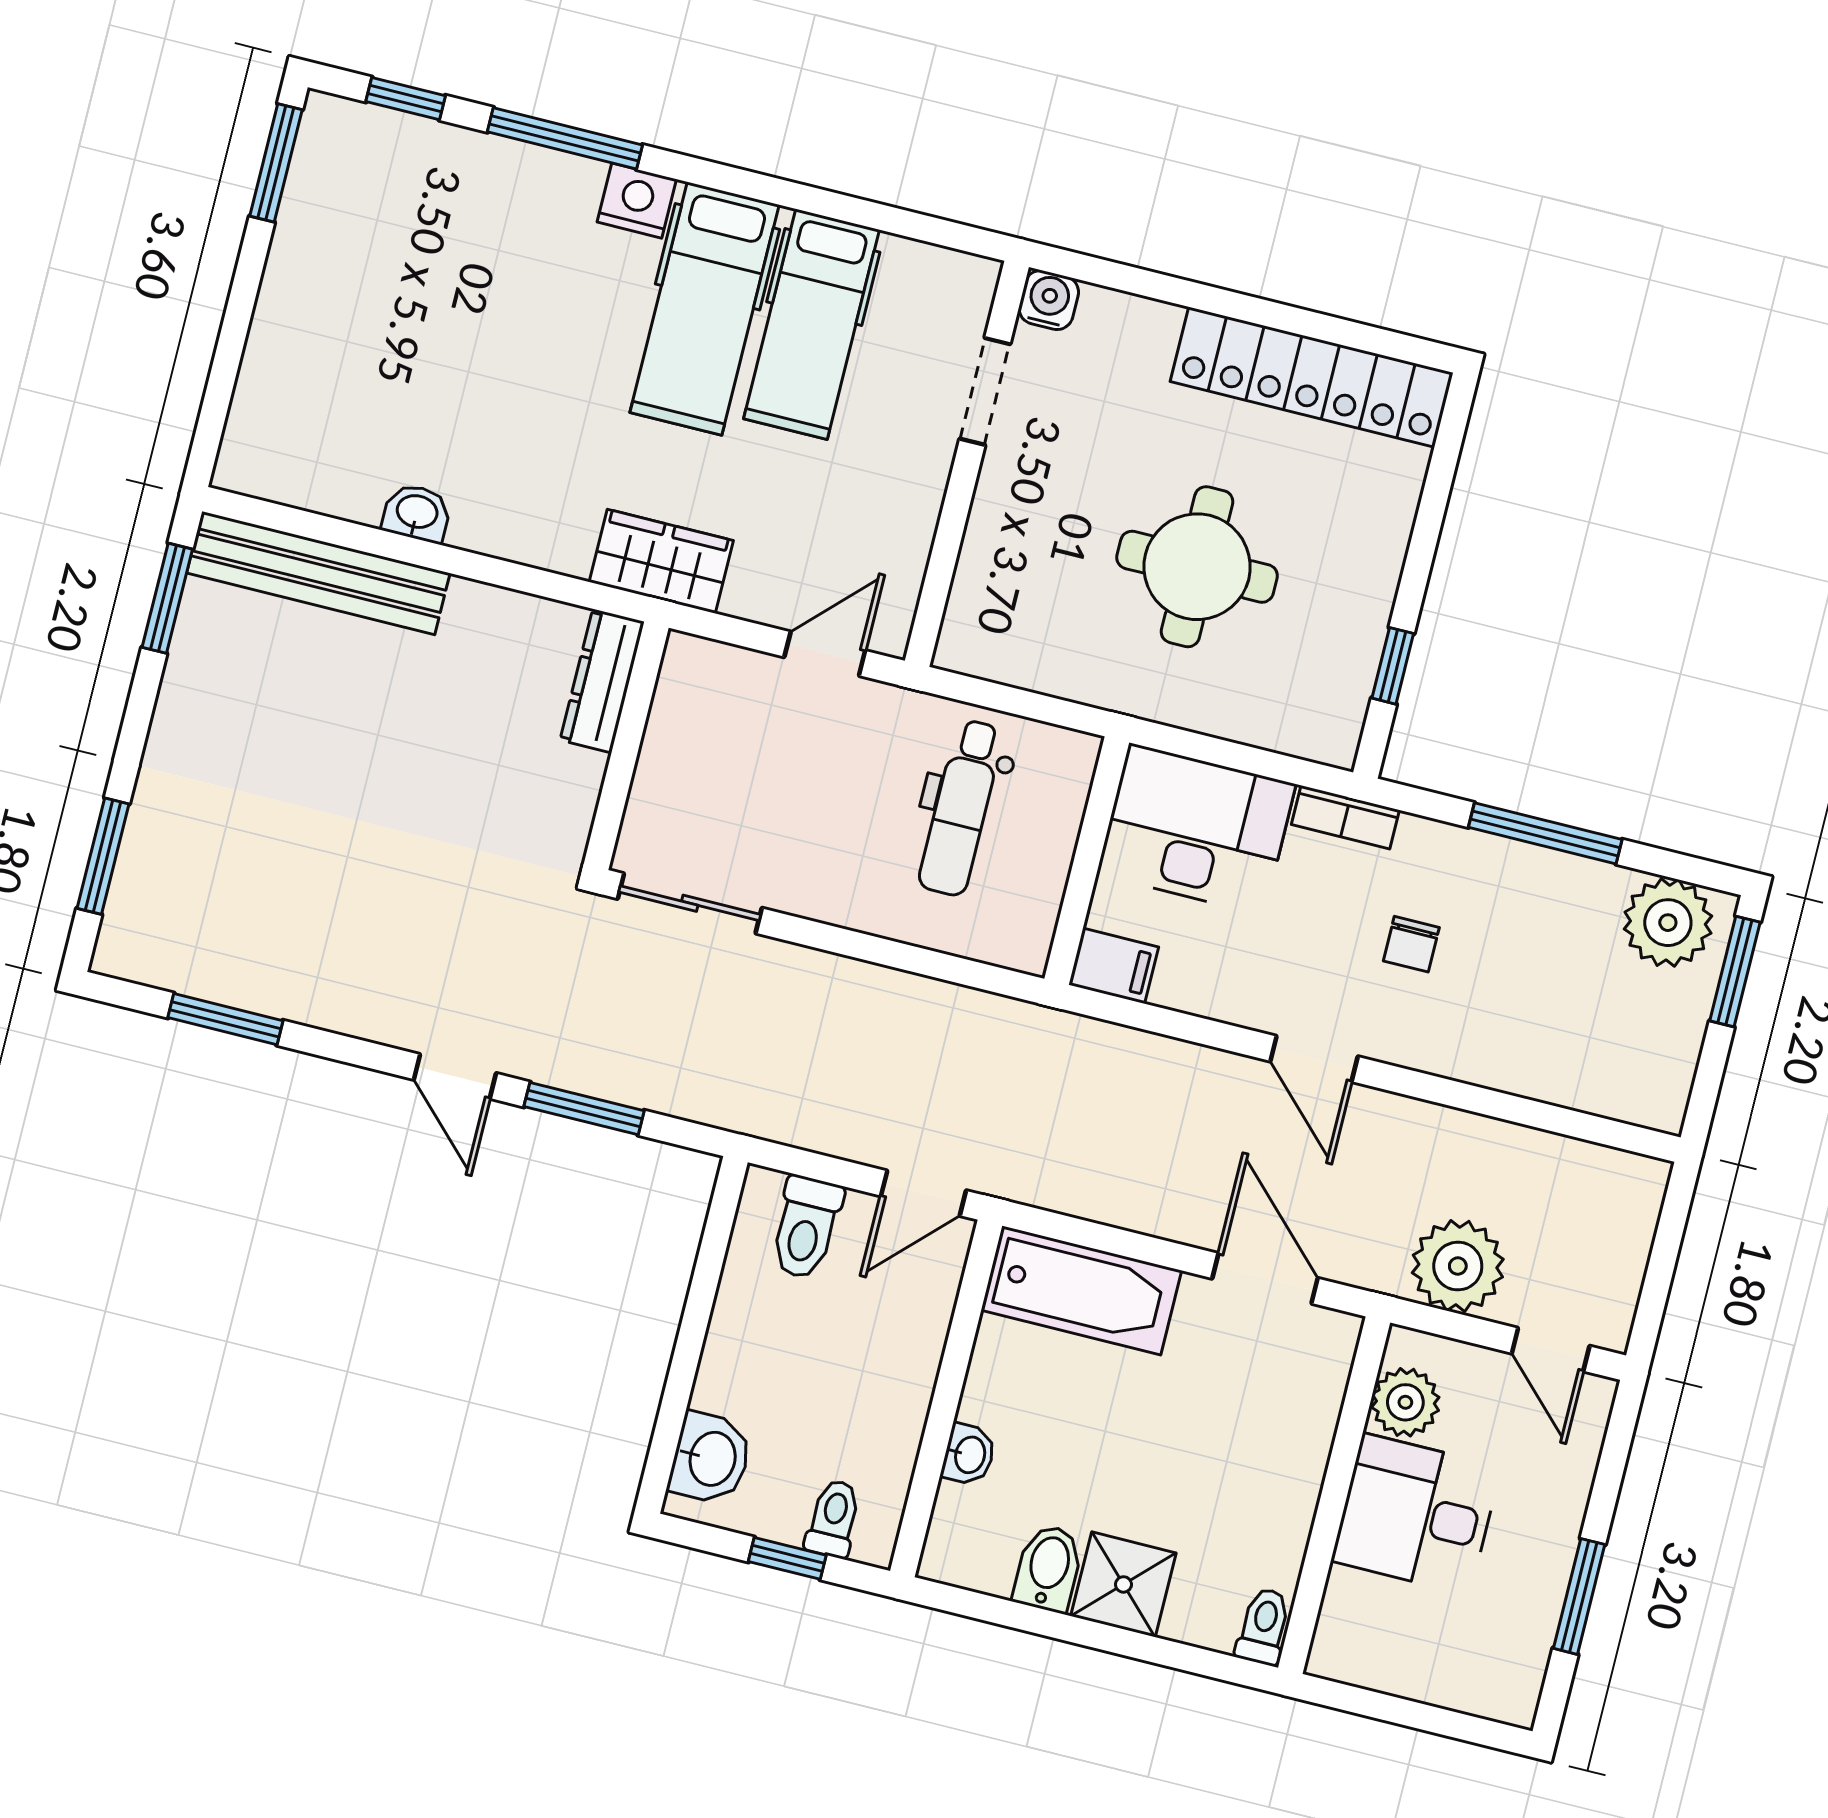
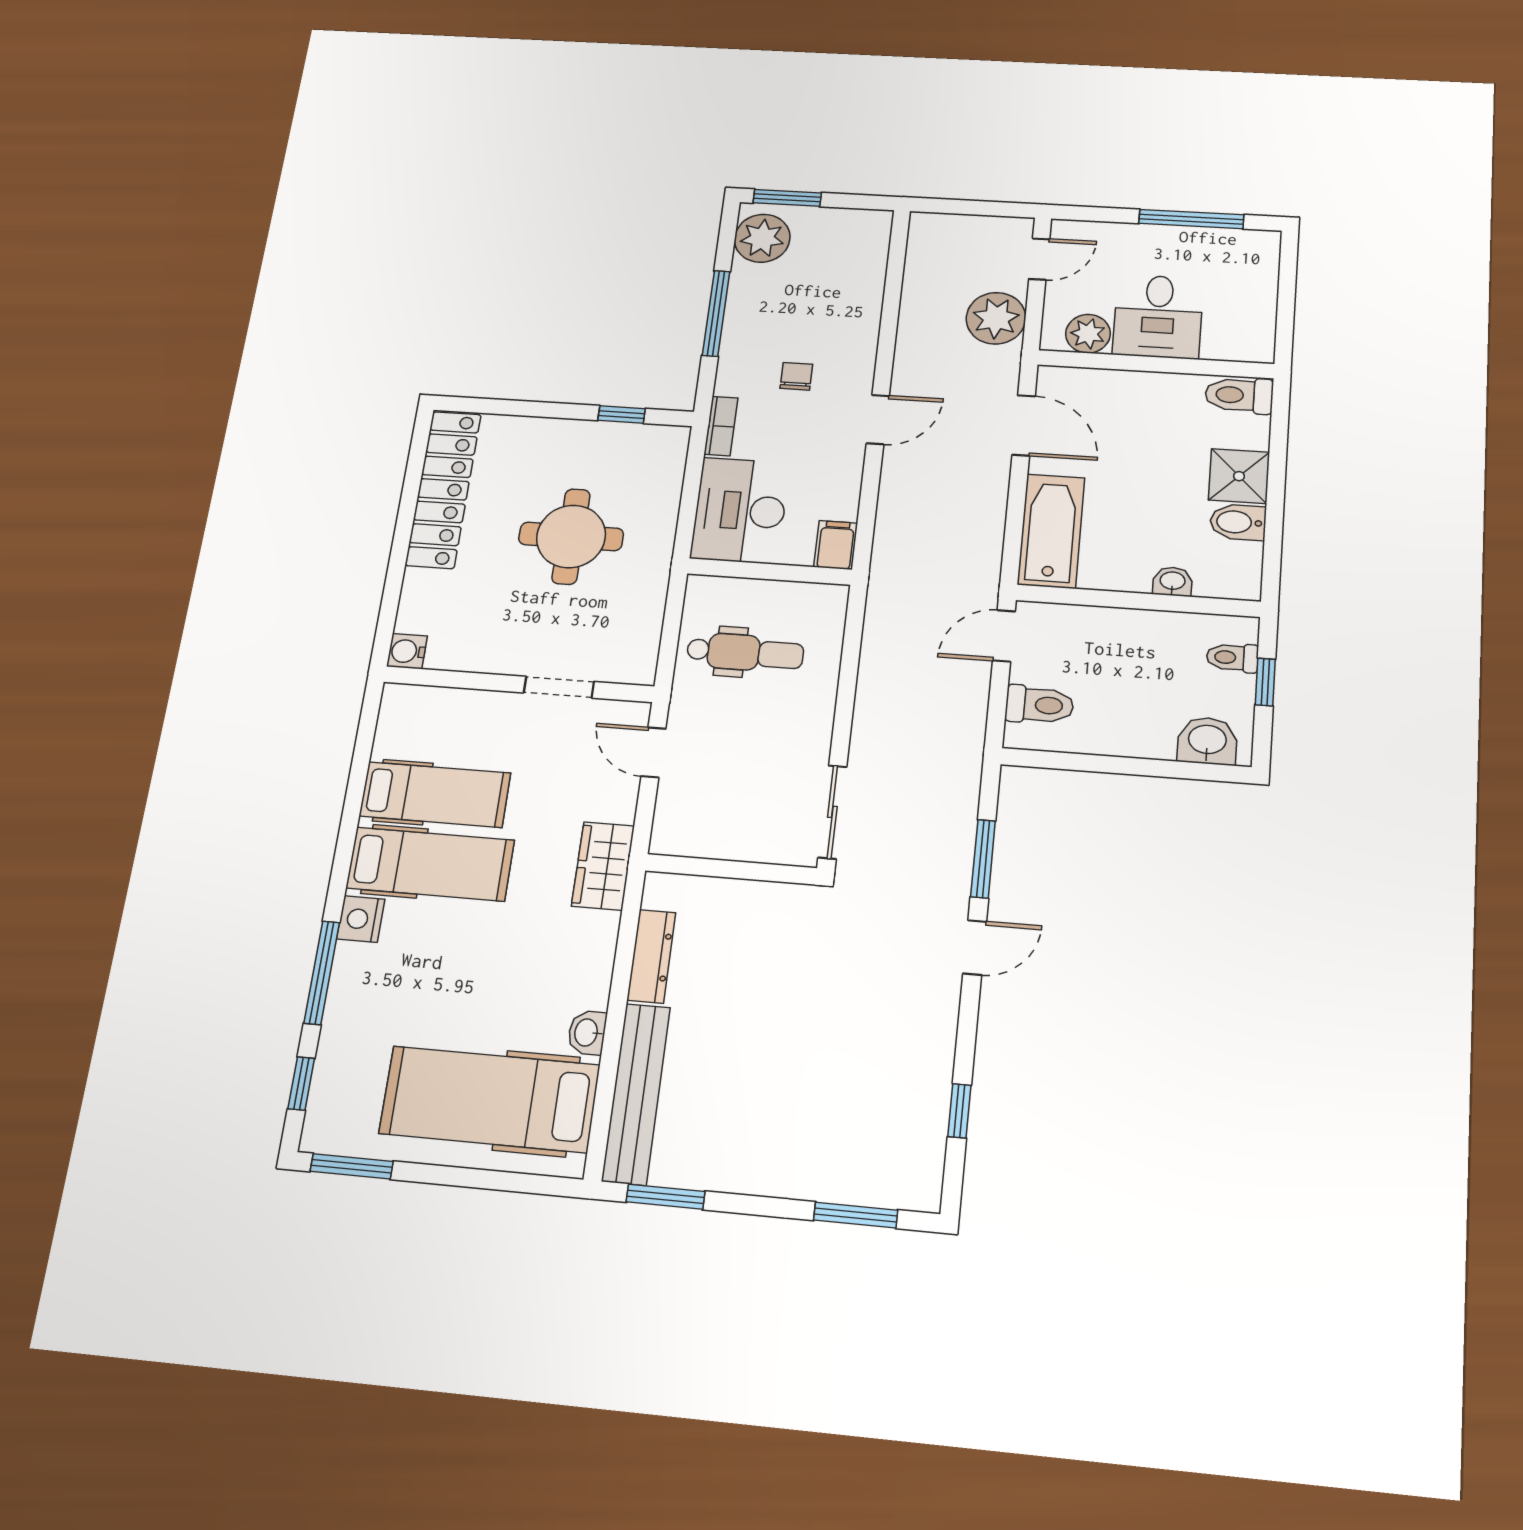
hospital bed: (342, 366) -> (490, 1099), added
doorway: (985, 391) -> (559, 687), moved
dresser: (602, 681) -> (651, 956), moved, turned -90
chair: (1411, 944) -> (796, 376), turned -90
window: (225, 1019) -> (959, 1111), width x0.67
door: (923, 1193) -> (1004, 636), swing flipped
door: (1265, 1278) -> (1024, 425), swing flipped
window: (1579, 1596) -> (1191, 219), width x1.44
toilet: (1264, 1626) -> (1239, 395), width x1.37, depth x1.39

